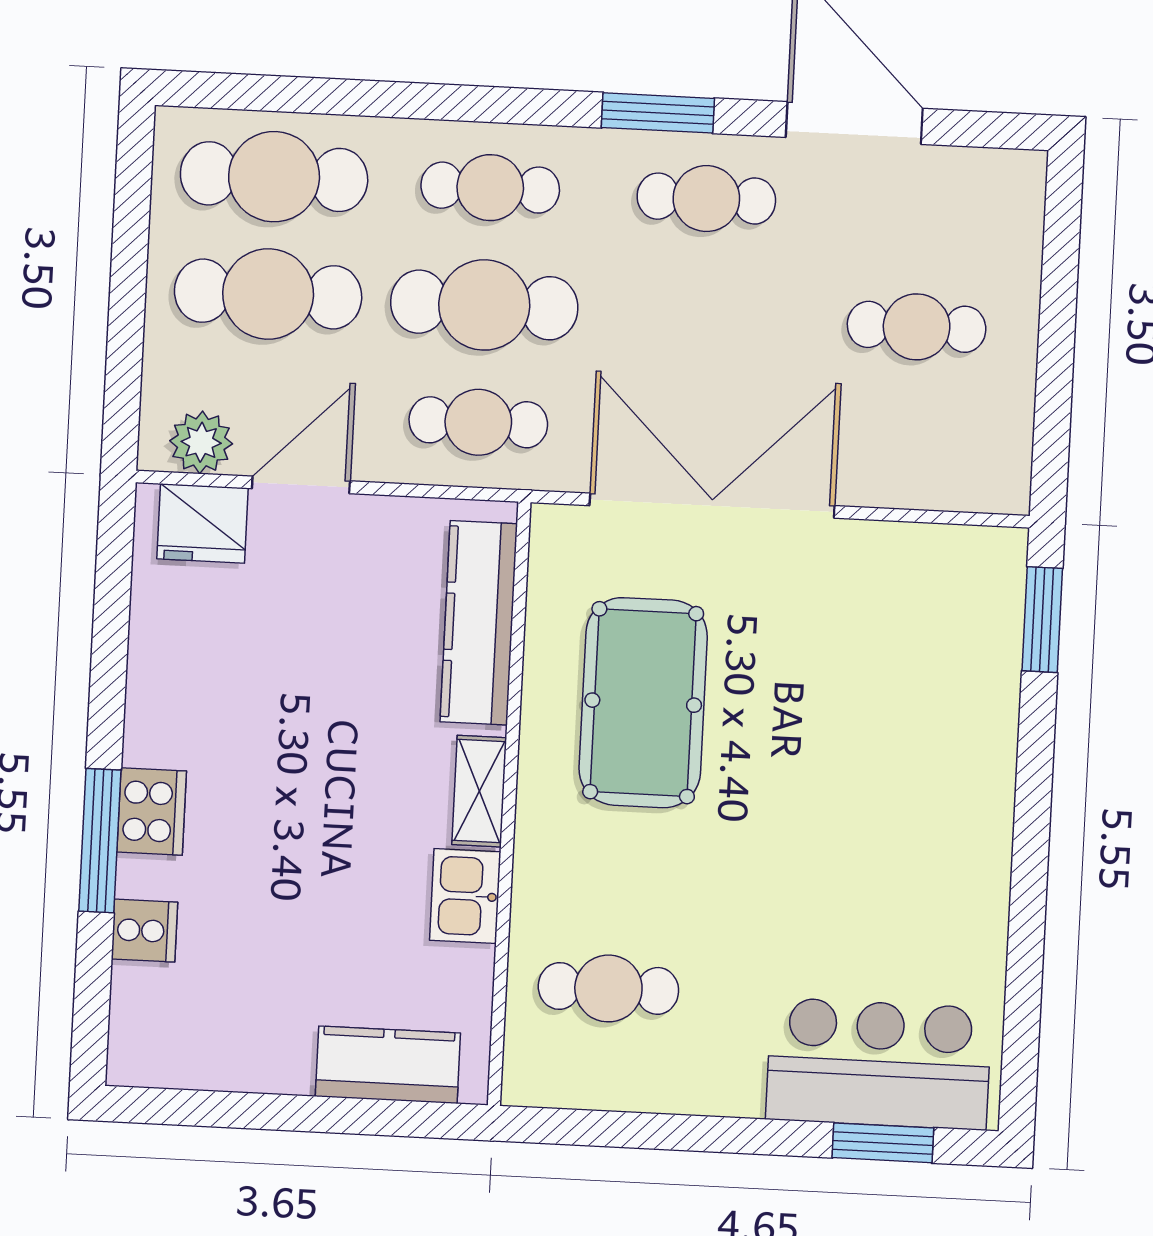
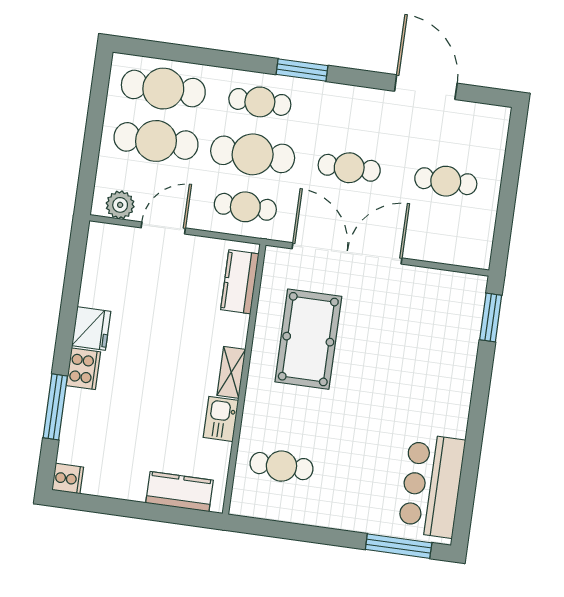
window: (658, 113) -> (302, 70), moved
cafe table: (706, 199) -> (349, 168), moved
fridge: (203, 523) -> (91, 329), moved, turned -90
kitchen counter: (479, 623) -> (240, 282), width x0.67
window: (100, 841) -> (55, 407), moved
cooker: (145, 931) -> (68, 479), moved
bar counter: (879, 1064) -> (432, 486), moved, turned -90
window: (883, 1143) -> (399, 546), width x1.44

